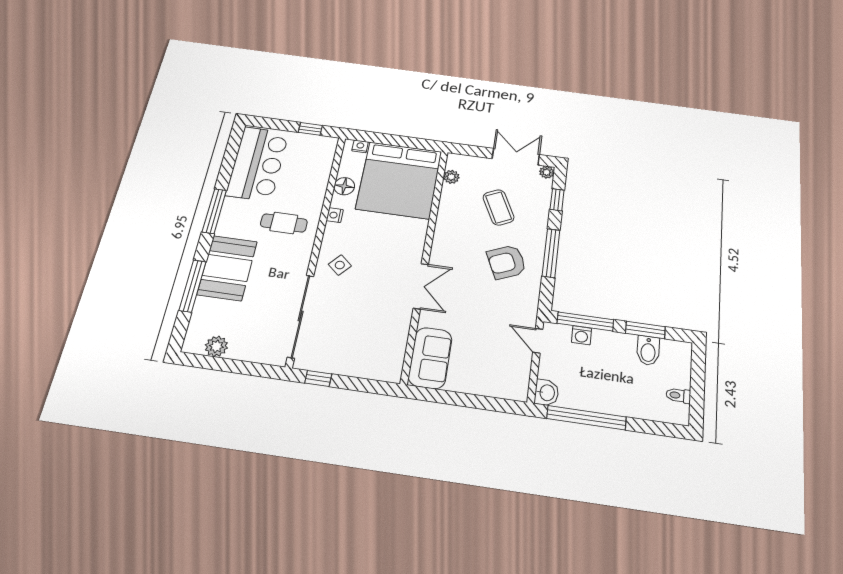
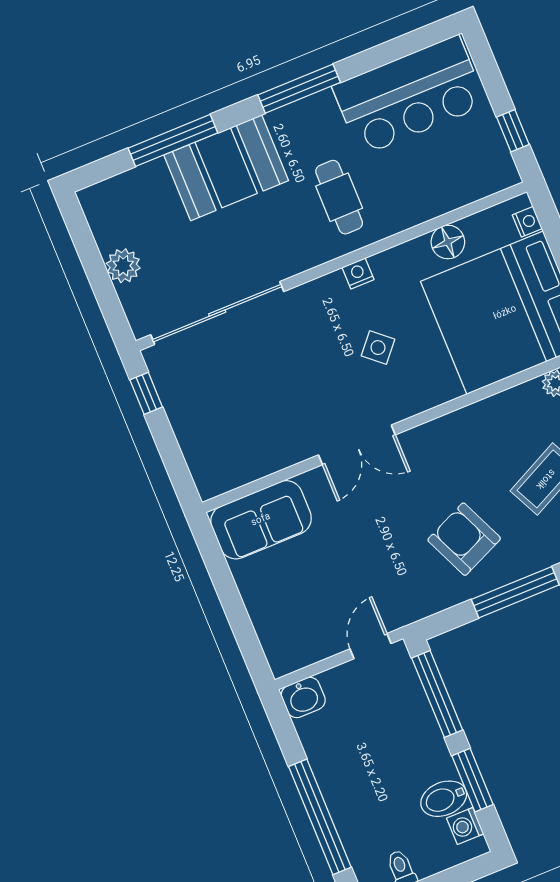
nightstand: (335, 215) -> (358, 273), moved
side table: (340, 265) -> (378, 348), moved
washing machine: (582, 335) -> (465, 826), moved
plant: (216, 346) -> (123, 266), moved
window: (586, 418) -> (320, 817), moved

